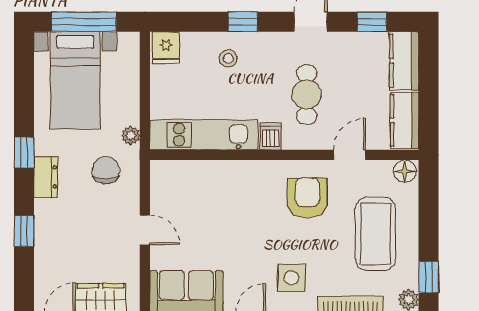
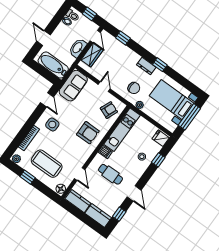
window: (243, 22) -> (158, 160), moved
armchair: (184, 188) -> (109, 110), added
armchair: (307, 198) -> (88, 133), moved
door: (145, 230) -> (104, 87), swing flipped
window: (24, 231) -> (123, 38), moved
window: (429, 277) -> (28, 177), moved

